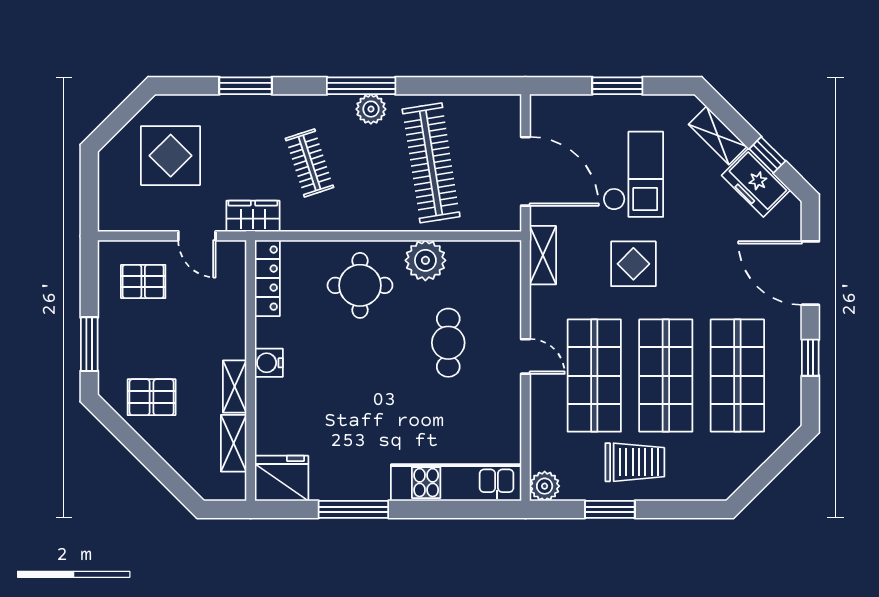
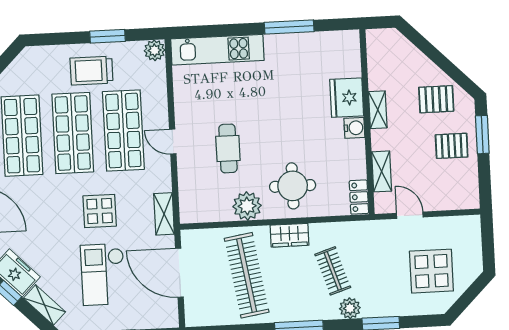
plant: (371, 109) -> (350, 308), moved
wardrobe: (253, 216) -> (289, 235), moved
locker: (267, 278) -> (359, 197), width x0.66
pallet: (143, 282) -> (452, 146), moved
shelving: (234, 443) -> (382, 171), moved
fridge: (282, 478) -> (347, 98), moved, turned 90

